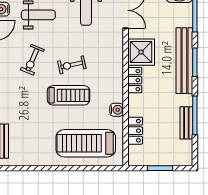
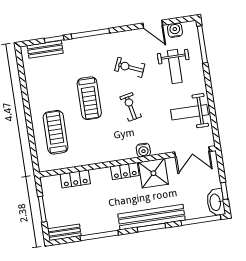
treadmill: (69, 95) -> (89, 98), moved
water cooler: (117, 110) -> (143, 150), moved
bench: (186, 123) -> (64, 232), moved
treadmill: (86, 143) -> (56, 132), width x0.73, depth x0.73

